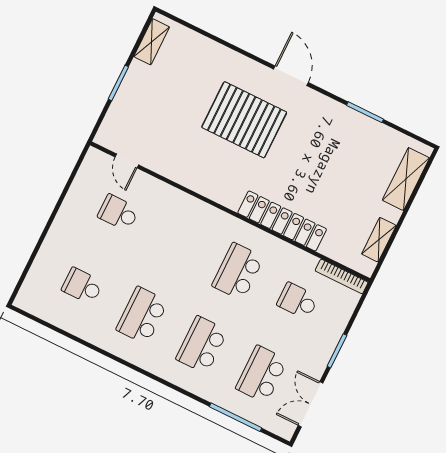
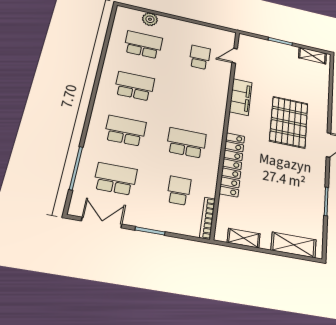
filing cabinet: (192, 175) -> (241, 97), added
plant: (44, 265) -> (150, 19), added
school desk: (82, 286) -> (143, 45), width x1.85

